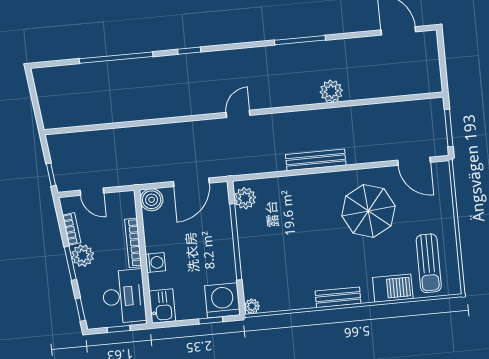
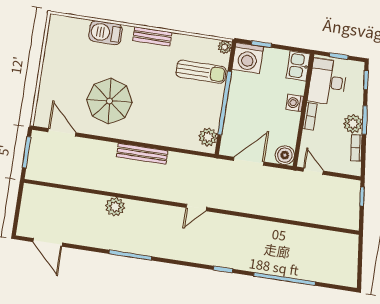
door: (92, 192) -> (313, 171), moved
bookcase: (133, 243) -> (310, 116), width x0.64
sun lounger: (429, 263) -> (201, 72), moved, turned 90

